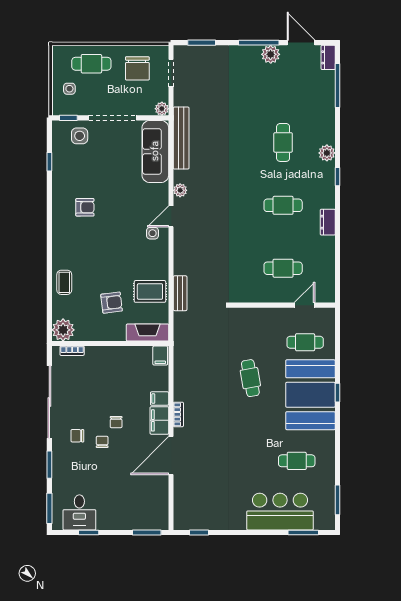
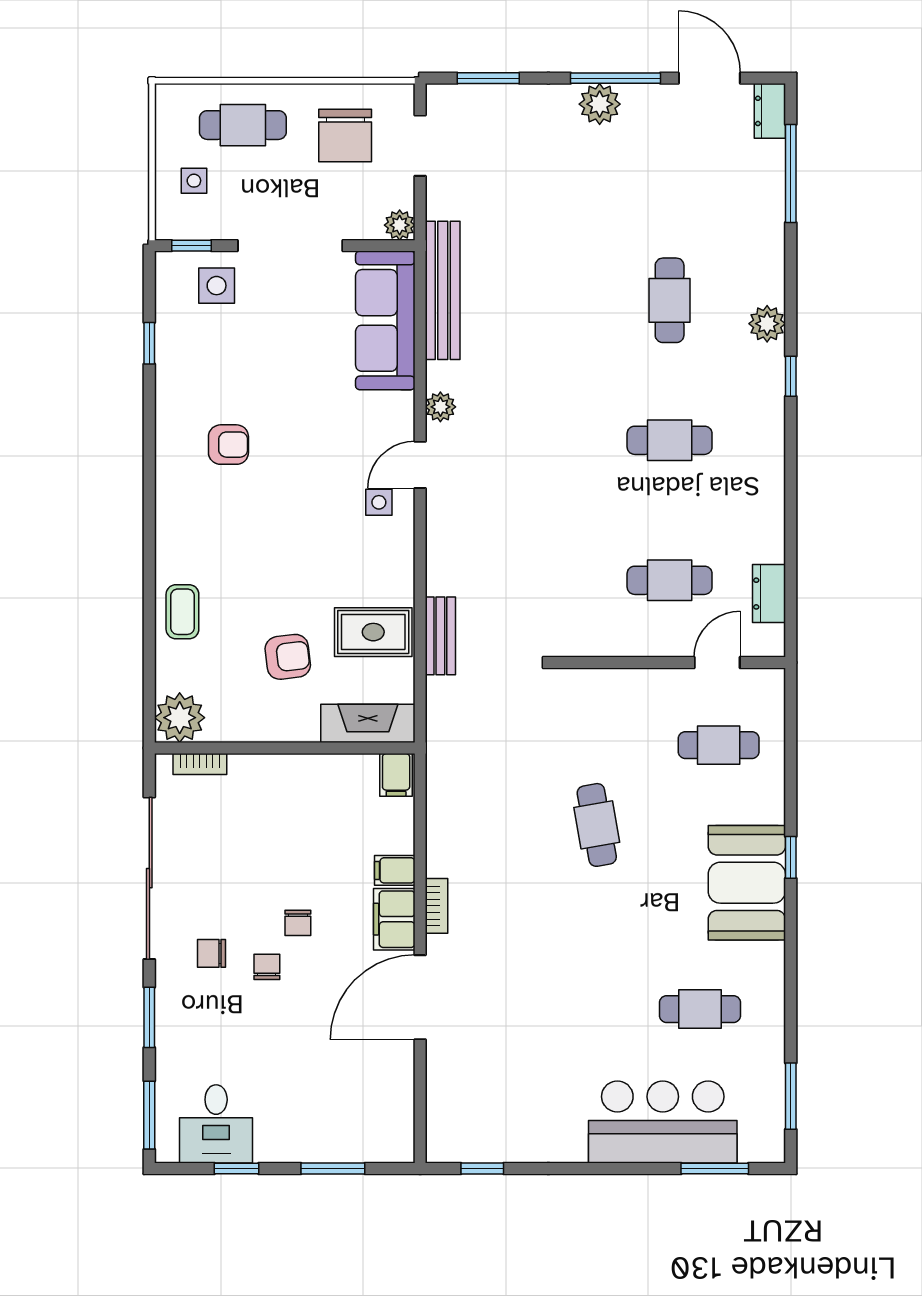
plant: (271, 54) -> (600, 104), moved
dresser: (328, 222) -> (769, 594), moved
booth: (310, 395) -> (747, 883), width x0.73, depth x0.70
window: (147, 532) -> (333, 1168), moved

